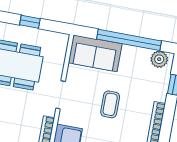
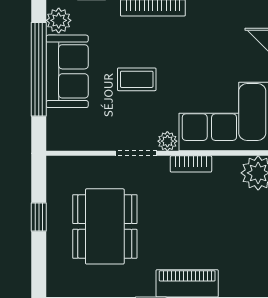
sofa: (95, 53) -> (67, 71), moved
plant: (65, 117) -> (167, 141), added

